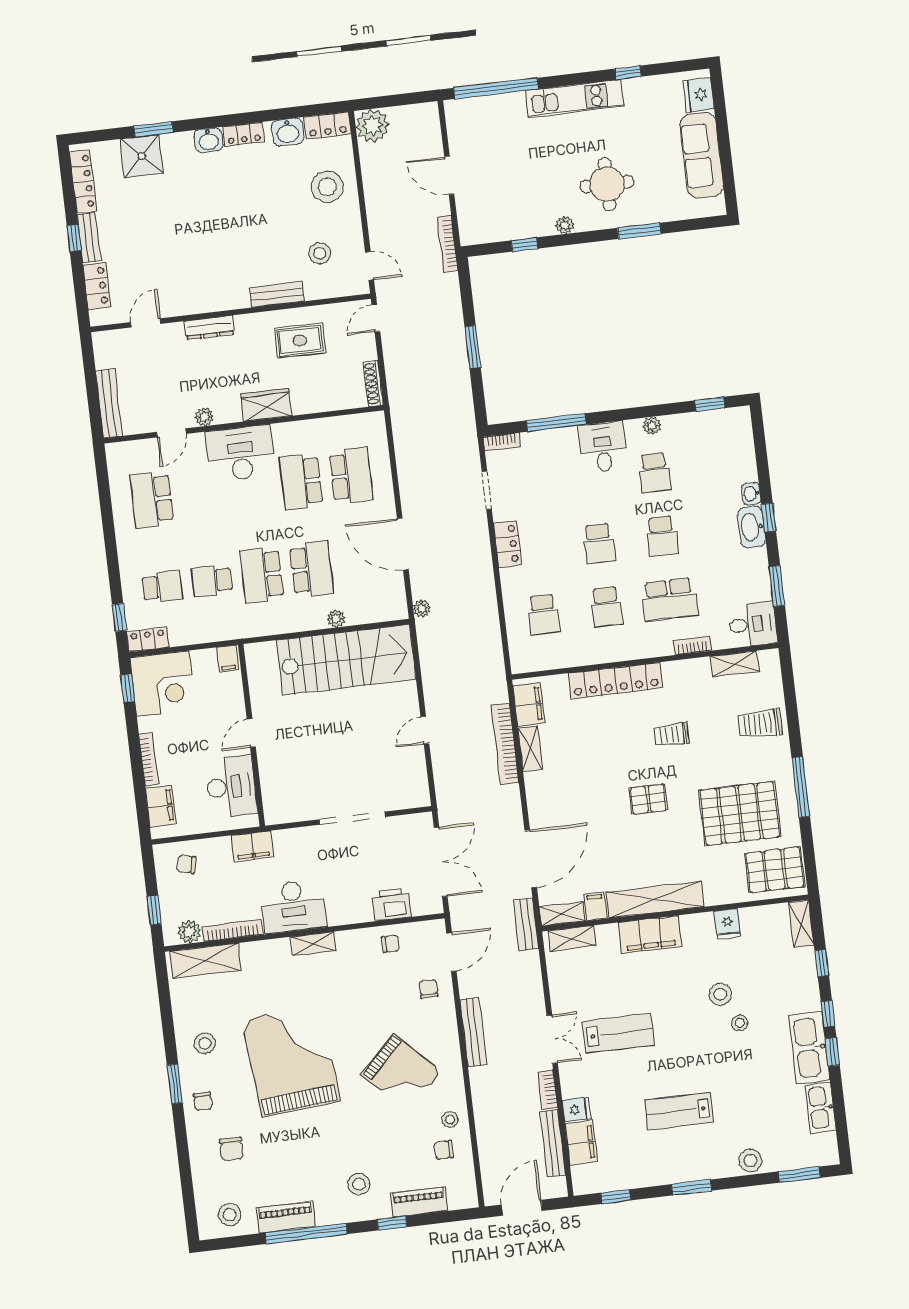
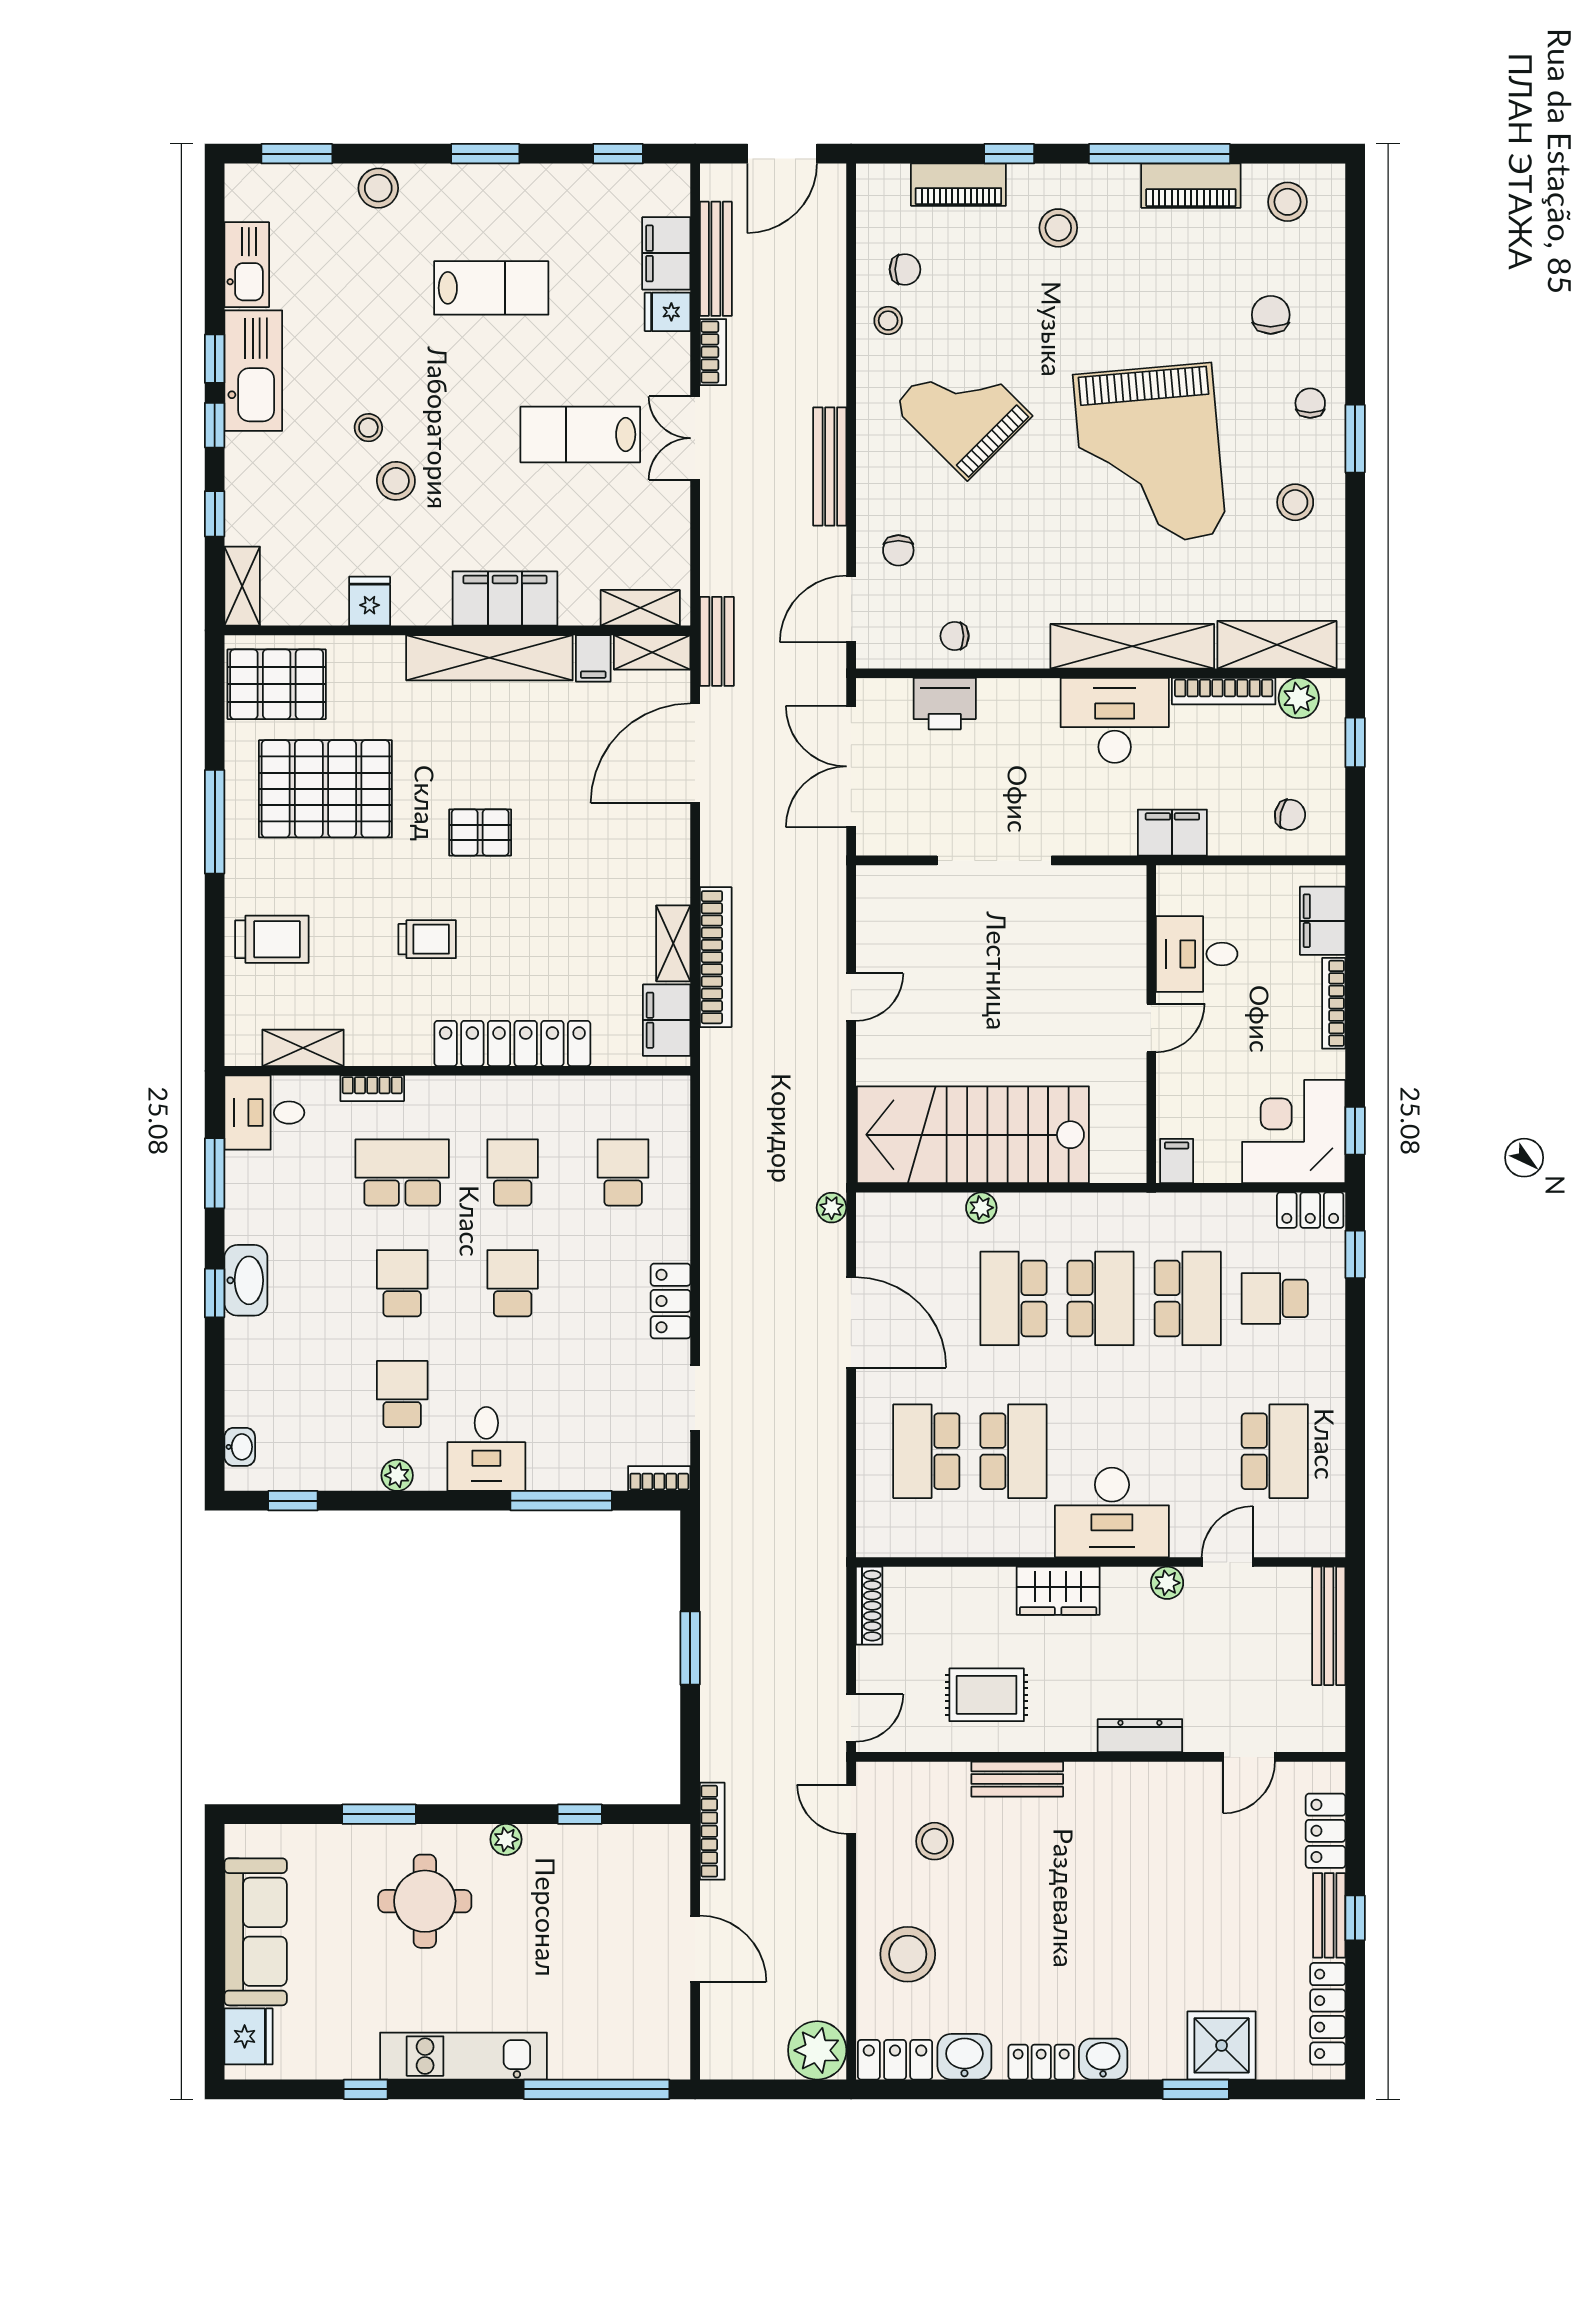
washbasin: (751, 494) -> (240, 1447), moved
school desk: (212, 581) -> (1188, 1298), width x1.85
desk: (231, 786) -> (1197, 954), width x0.73
shelving: (313, 944) -> (1132, 646), width x2.20, depth x1.33

